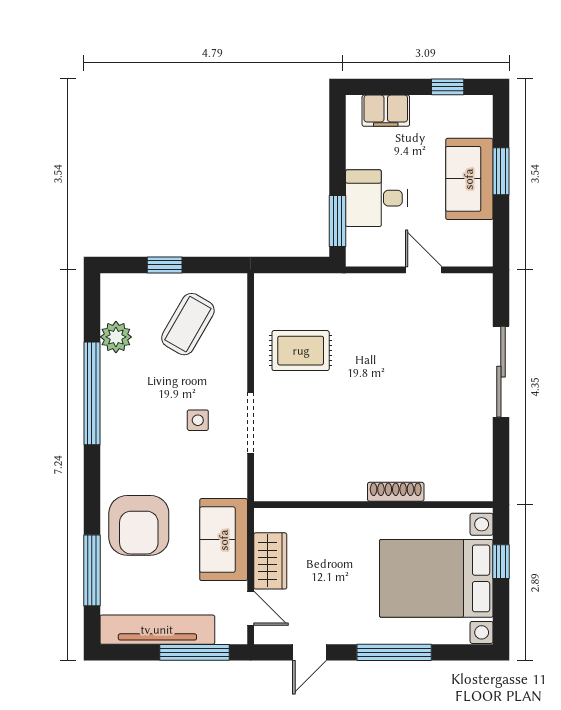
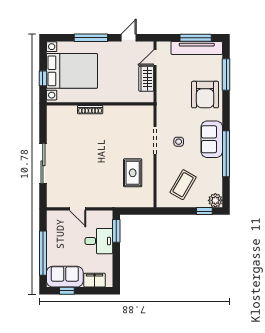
window: (501, 171) -> (43, 253), width x2.11
sofa: (469, 179) -> (65, 277), moved, turned -90
window: (165, 265) -> (204, 211), moved
plant: (116, 337) -> (215, 200), moved
rug: (301, 351) -> (133, 173), turned 90
armchair: (139, 525) -> (205, 95), turned 180
sofa: (224, 540) -> (212, 139), moved, turned 180
door: (251, 608) -> (155, 58), hinge flipped
window: (195, 652) -> (196, 38), moved

